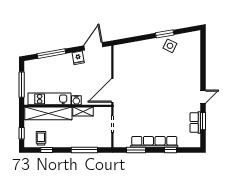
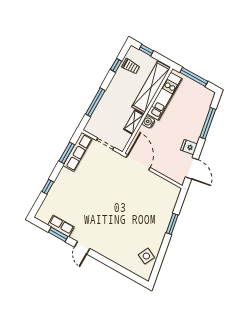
window: (165, 34) -> (172, 224), moved
side table: (170, 46) -> (146, 256), moved
row of seats: (154, 142) -> (78, 152), moved, width x0.73

